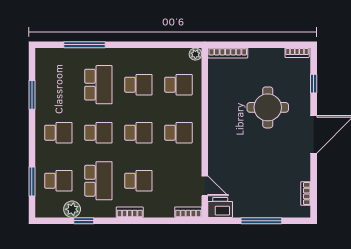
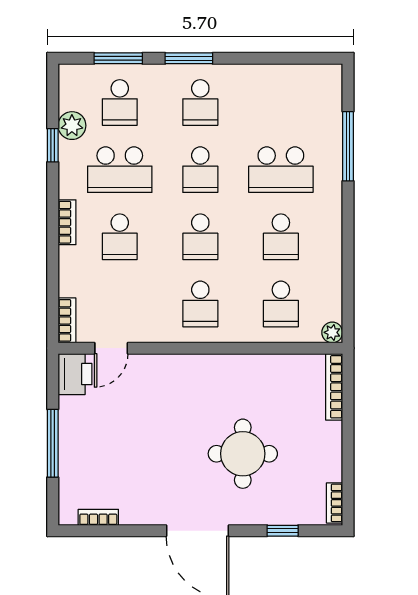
window: (32, 95) -> (189, 58), moved

